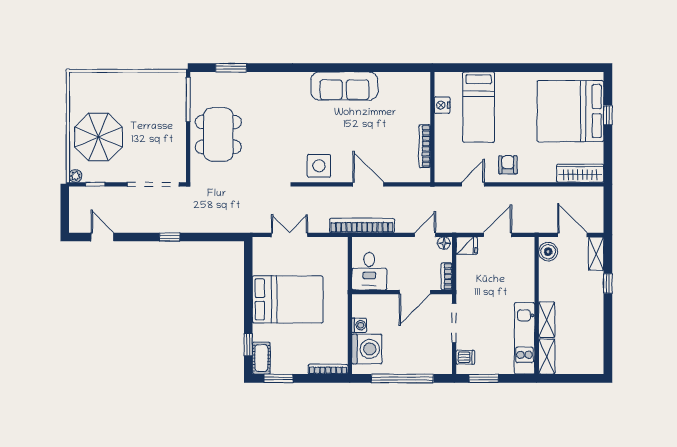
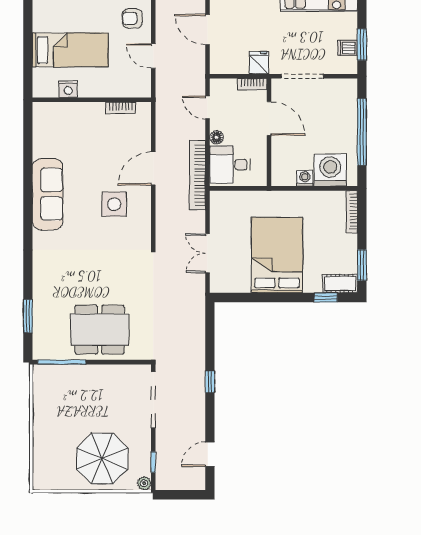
bookcase: (425, 146) -> (121, 108), width x0.64
side table: (319, 166) -> (114, 204), moved
floor lamp: (444, 243) -> (216, 137), moved
fridge: (467, 246) -> (259, 63), moved
desk: (369, 271) -> (230, 164), moved, turned 180
dishwasher: (465, 357) -> (347, 48), moved, turned -90

